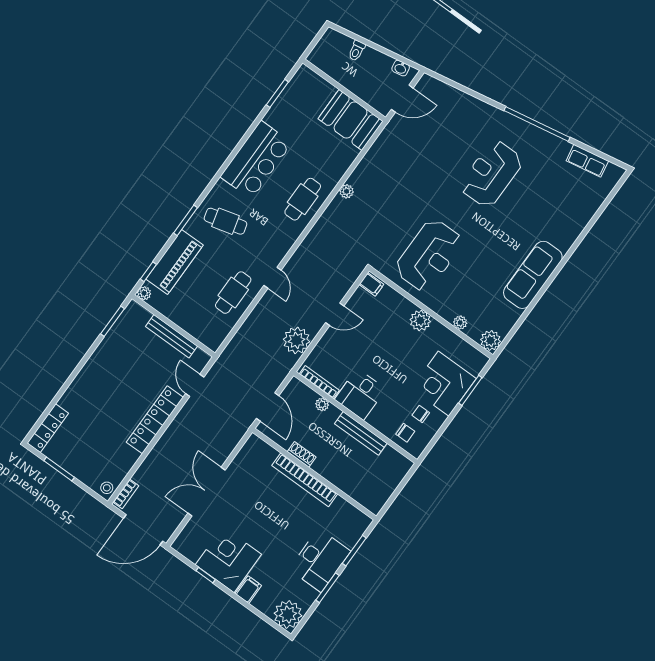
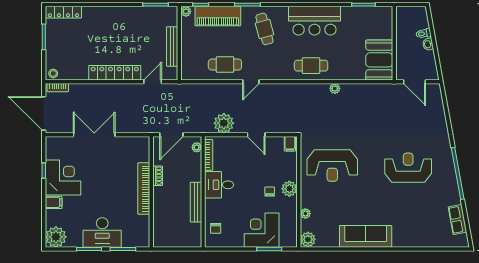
washbasin: (401, 68) -> (428, 44), moved
plant: (322, 404) -> (197, 147), moved
chair: (421, 414) -> (270, 191), moved

